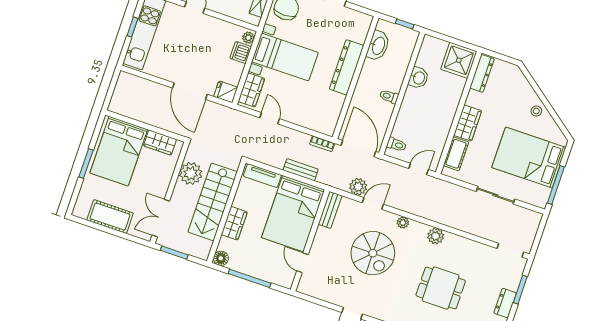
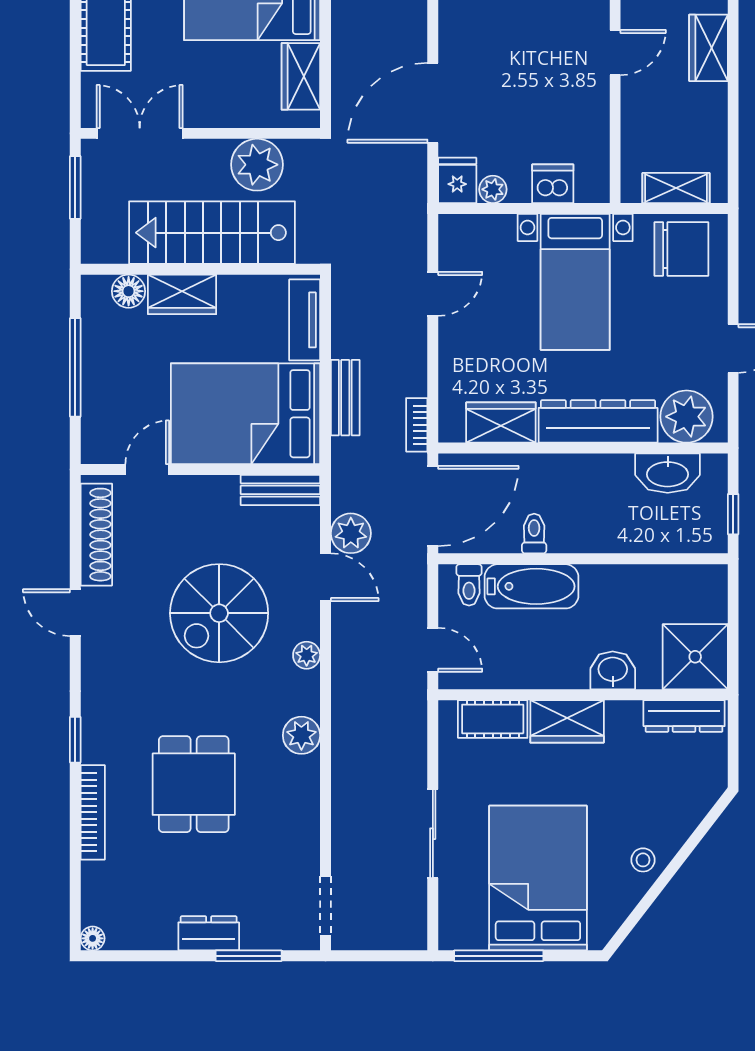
plant: (357, 30) -> (687, 417), added
plant: (248, 38) -> (493, 189), moved
washbasin: (418, 78) -> (613, 670), moved, turned 180
wardrobe: (251, 90) -> (501, 423), moved, turned 180
toilet: (389, 96) -> (534, 534), moved
bathtub: (406, 119) -> (532, 586), added
floor lamp: (221, 258) -> (129, 291), moved
shoe rack: (322, 293) -> (96, 535), added

